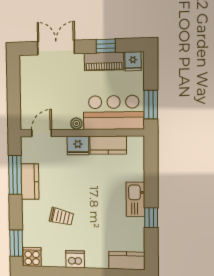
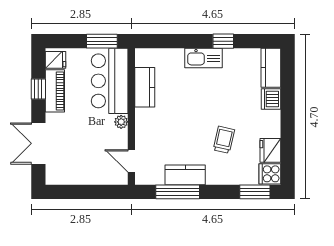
fridge: (78, 146) -> (270, 150), moved, turned 180
dishwasher: (75, 259) -> (271, 99), moved

